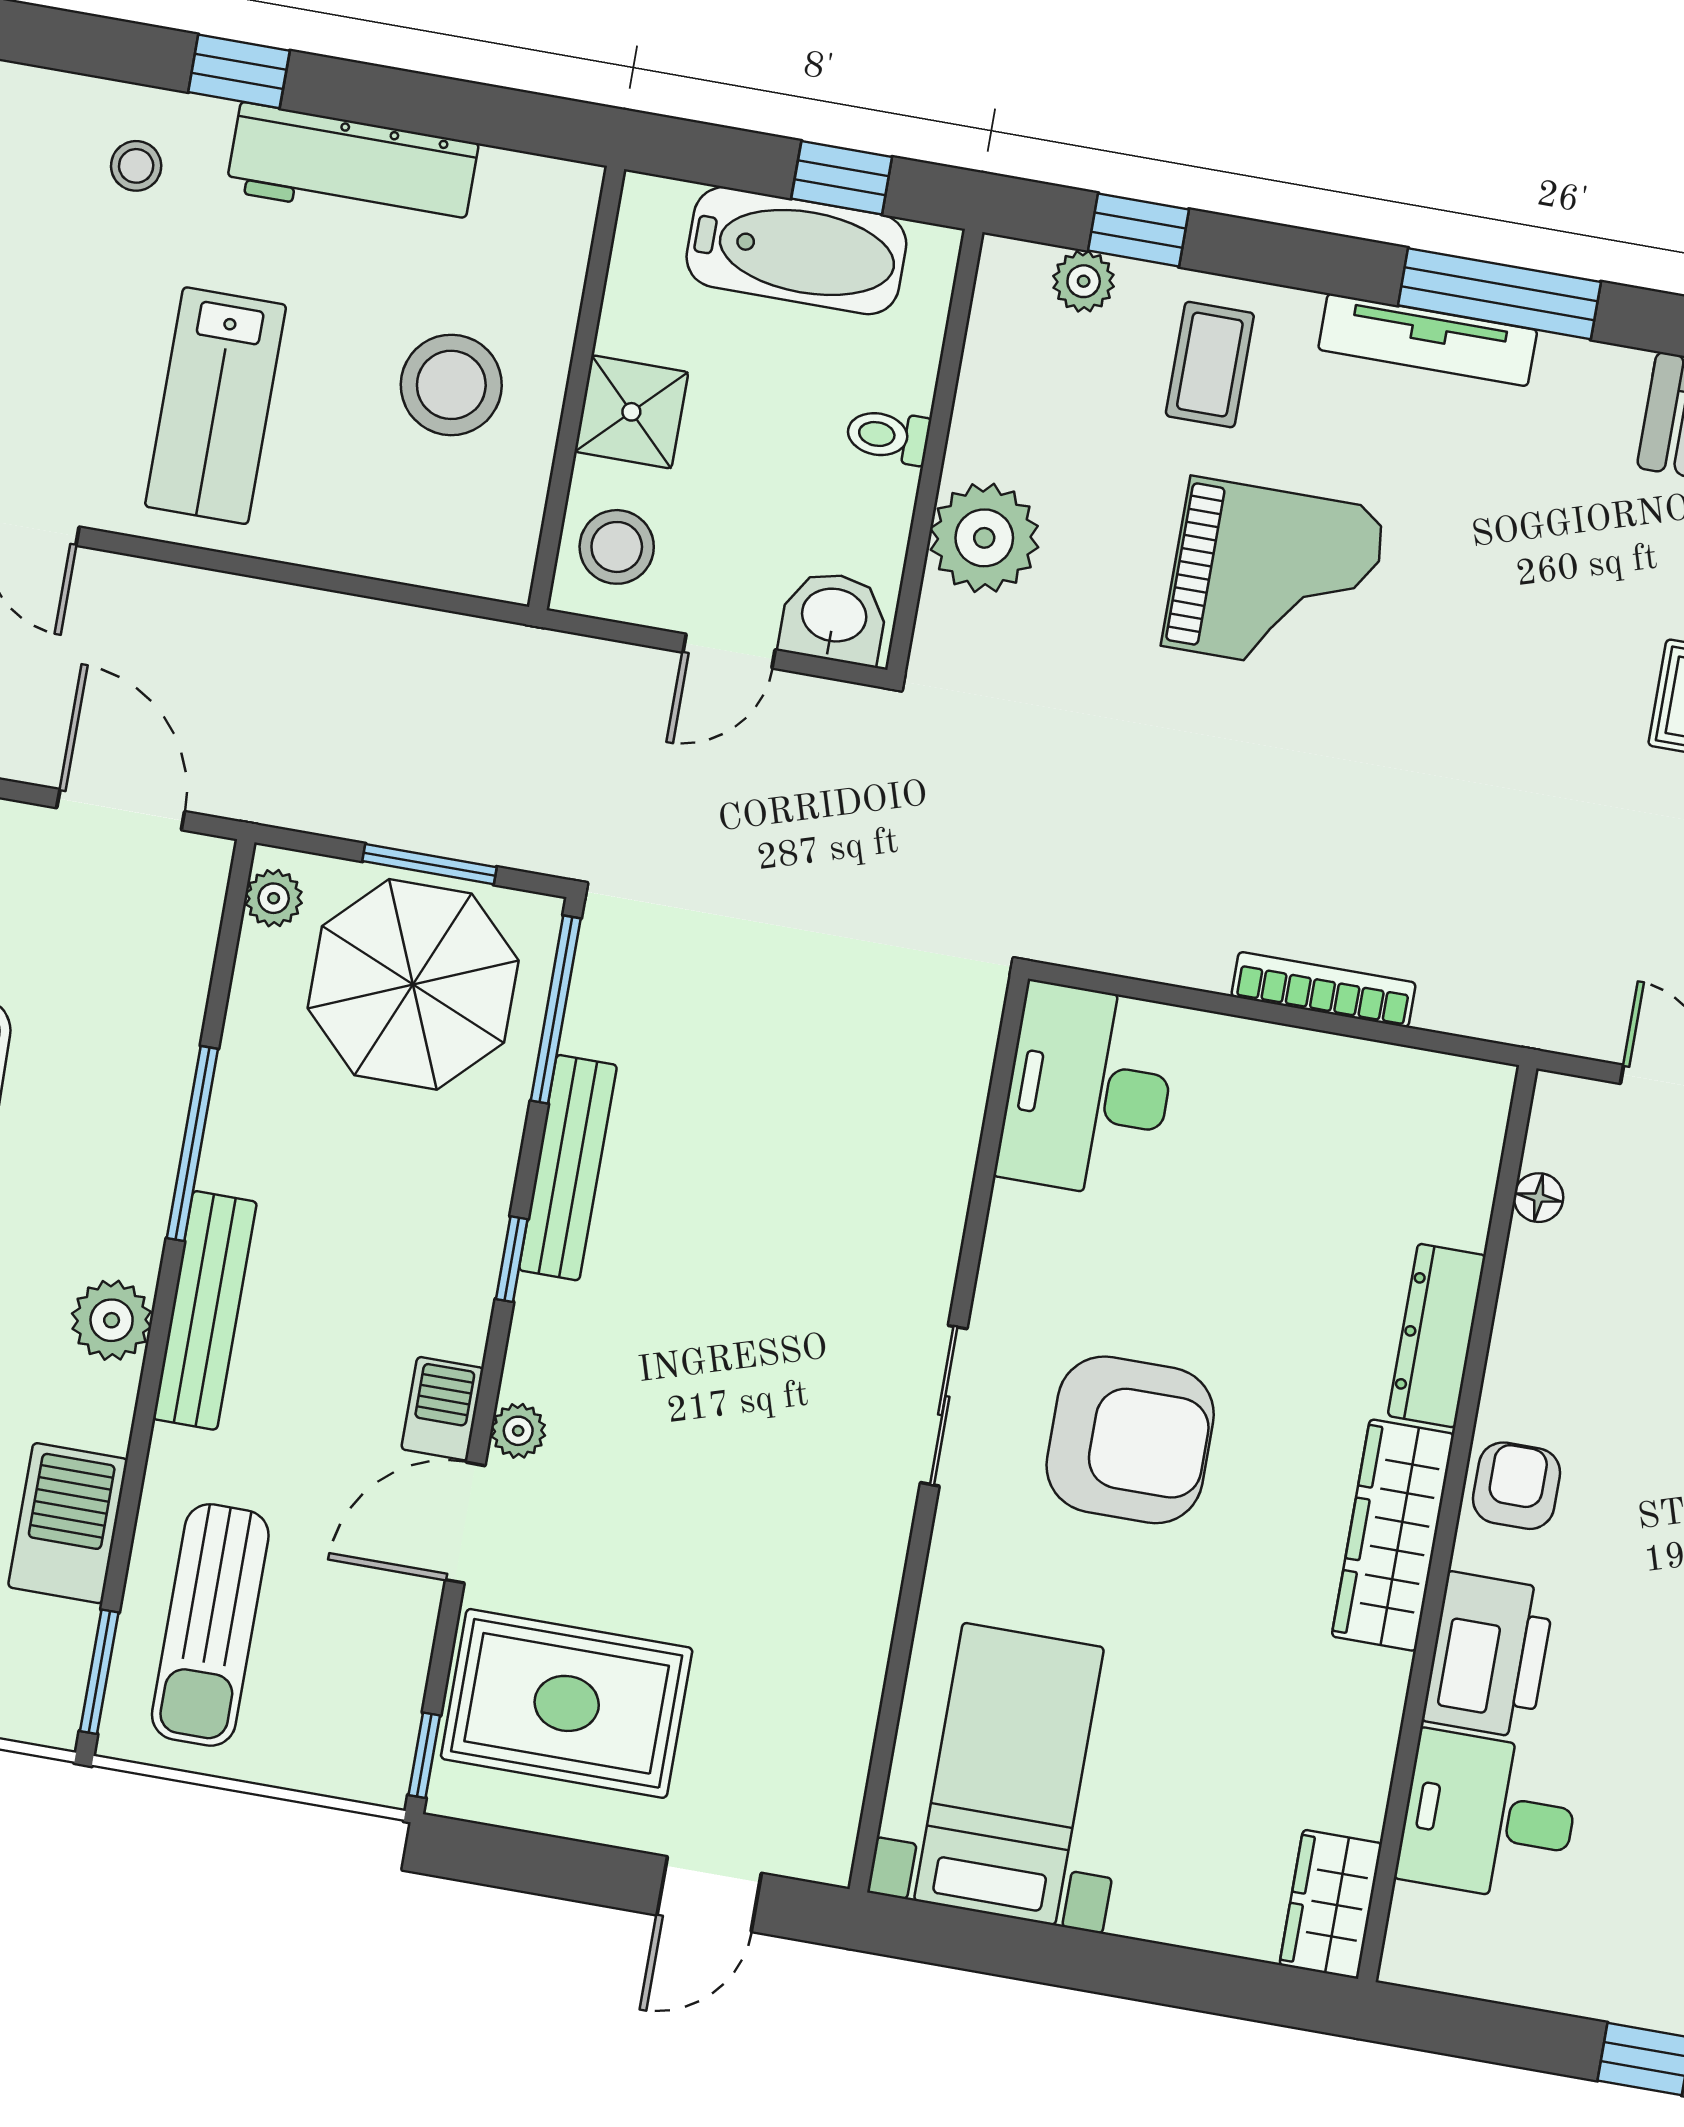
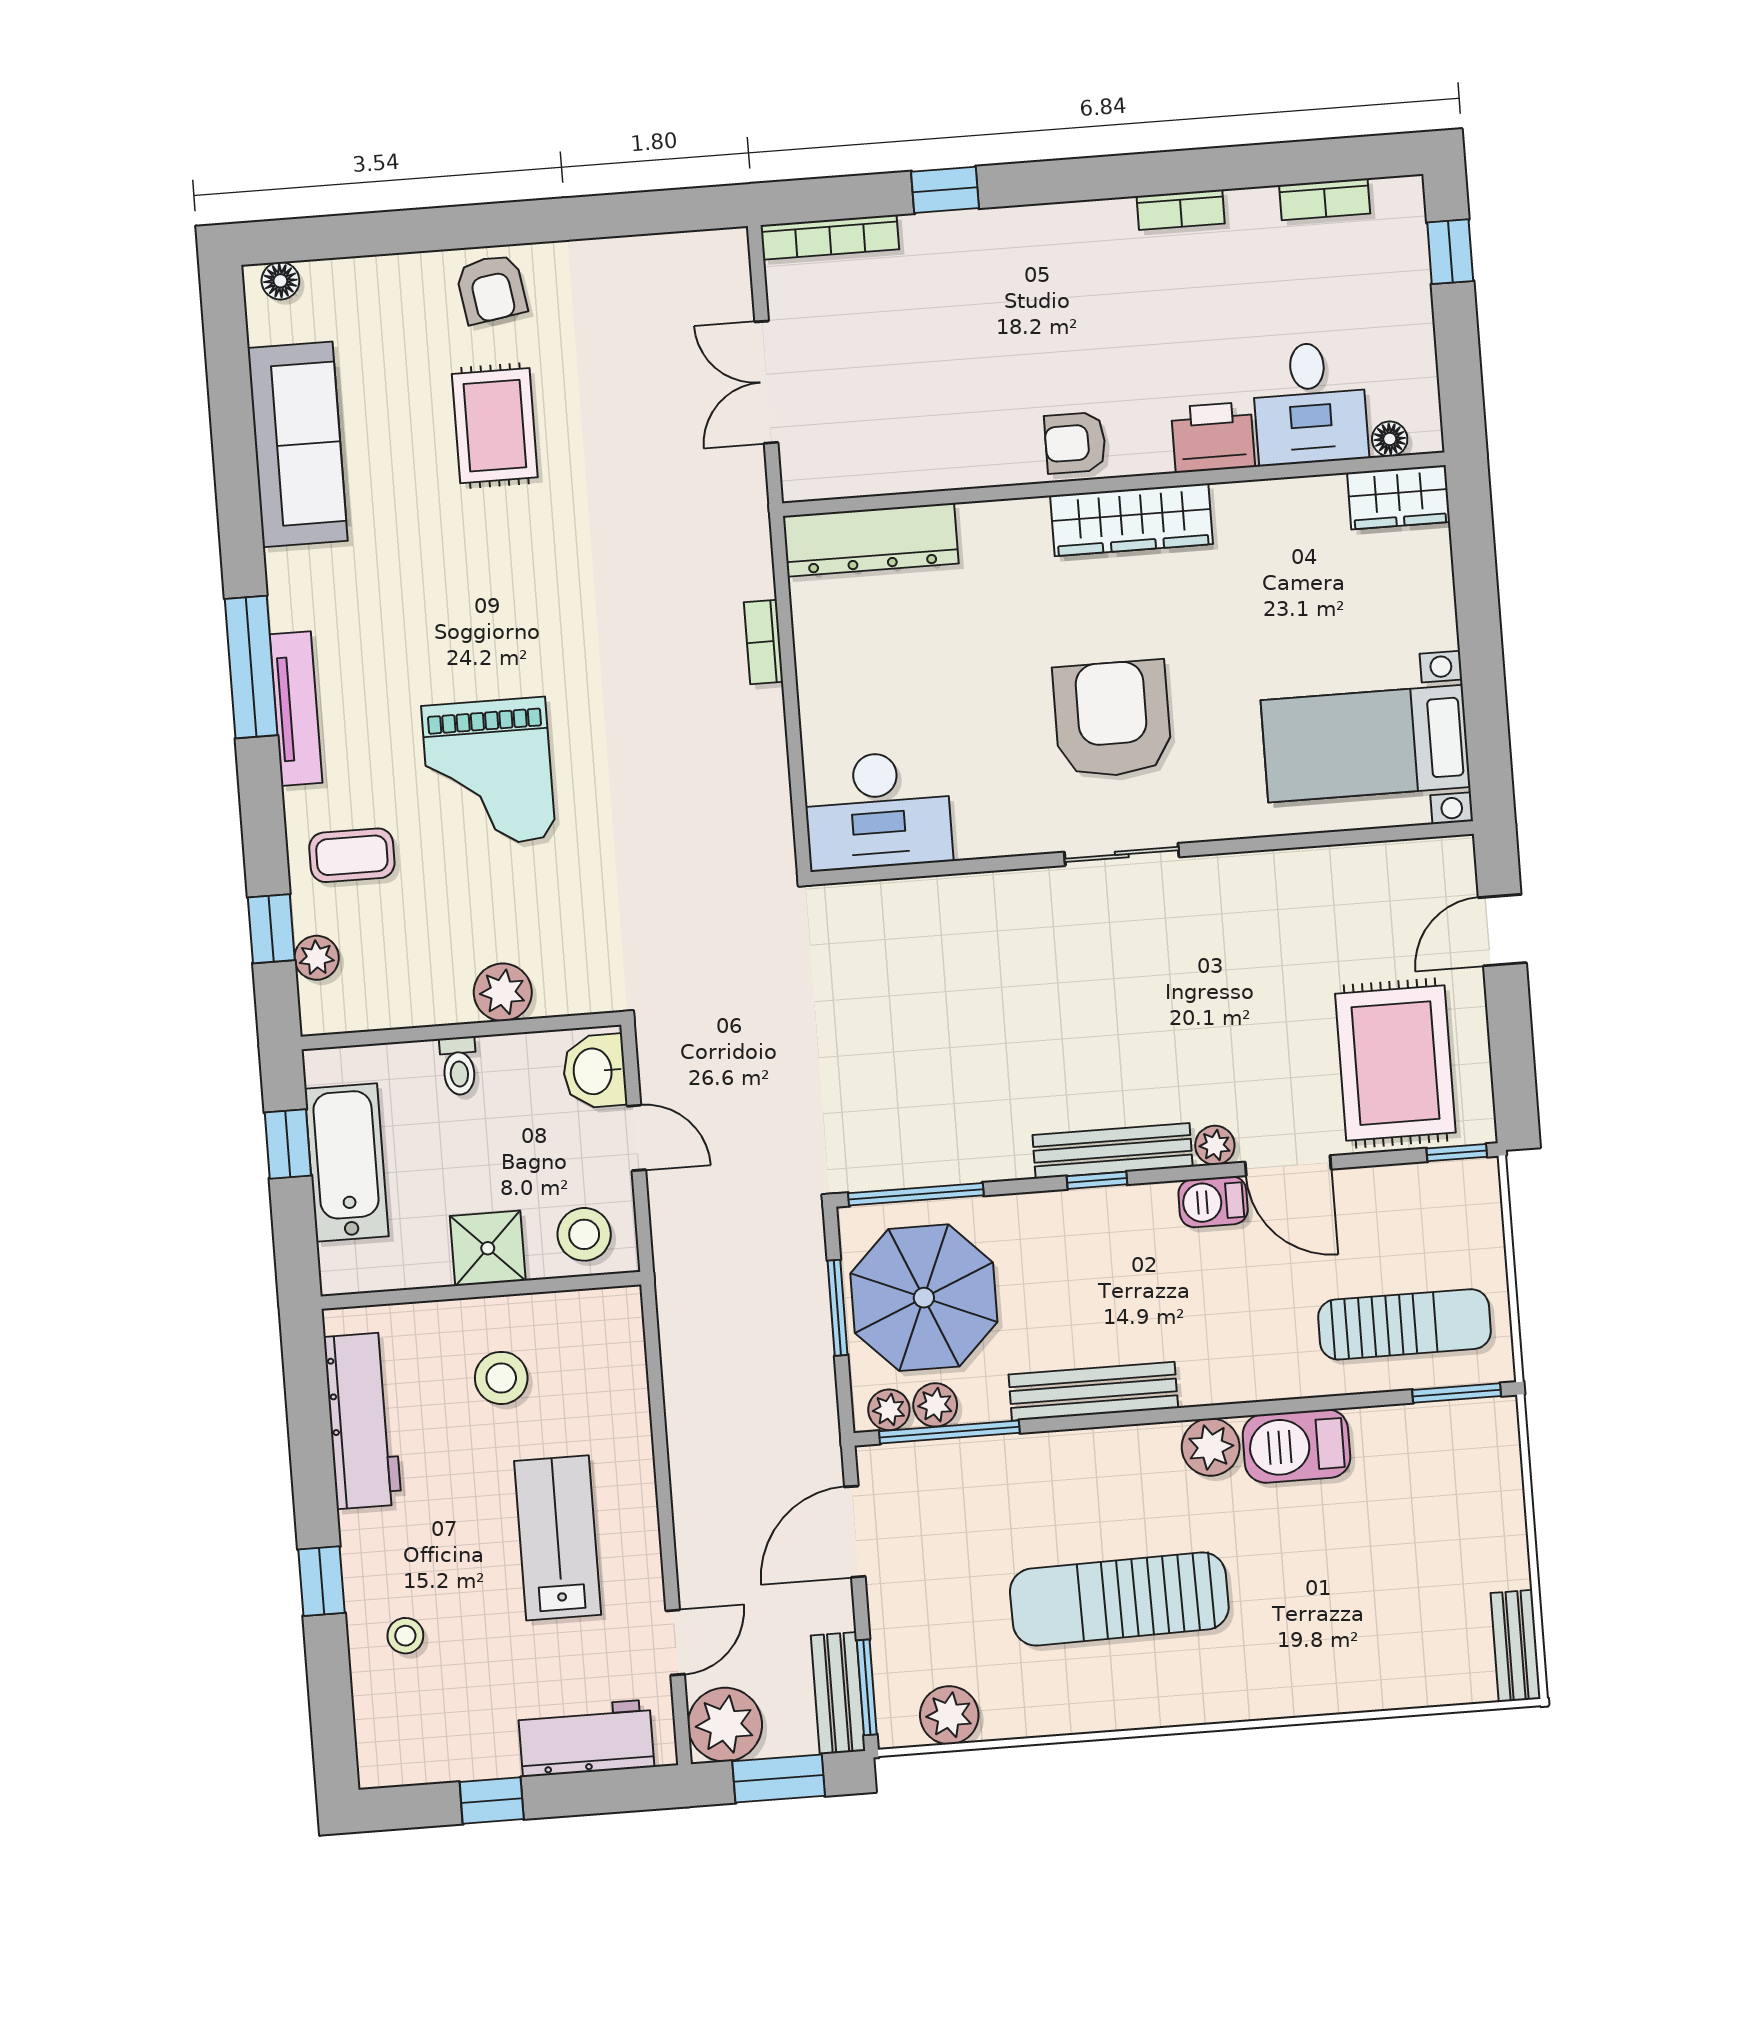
workbench: (352, 167) -> (363, 1421), moved
stool: (451, 385) -> (501, 1378), width x0.73, depth x0.73
lab bench: (216, 406) -> (558, 1538), turned -90
plant: (984, 538) -> (503, 992), width x0.73, depth x0.73
grand piano: (1274, 578) -> (488, 773), turned 180
plant: (264, 962) -> (935, 1405), added
bookcase: (1324, 990) -> (764, 642), width x0.64
window: (192, 1144) -> (949, 1432), moved
bench: (568, 1168) -> (1113, 1151), moved
floor lamp: (1539, 1198) -> (1390, 439), moved
bench: (205, 1310) -> (1093, 1391), moved
dresser: (1437, 1336) -> (871, 540), moved, width x1.37, depth x1.24
barbecue: (68, 1523) -> (1296, 1446), moved
printer: (1489, 1655) -> (1213, 437), width x0.73, depth x0.84
door: (709, 1894) -> (1502, 930), swing flipped

